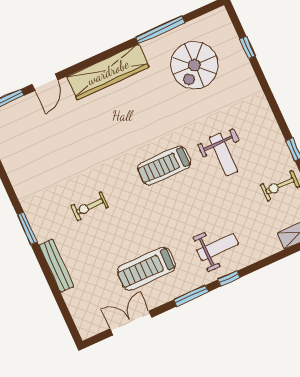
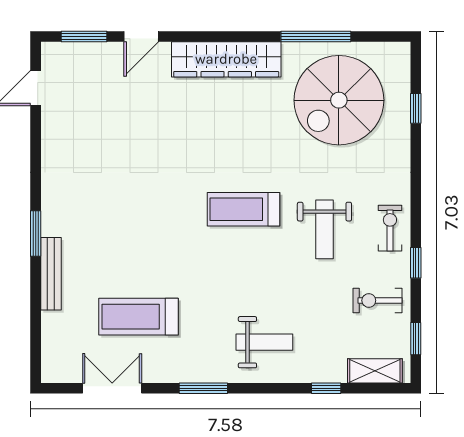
spiral stairs: (194, 65) -> (339, 100), width x1.37, depth x1.37
exercise bike: (90, 206) -> (390, 228), moved, turned 90
window: (27, 228) -> (36, 234), moved
treadmill: (146, 269) -> (138, 317), moved
window: (229, 279) -> (326, 388), moved

